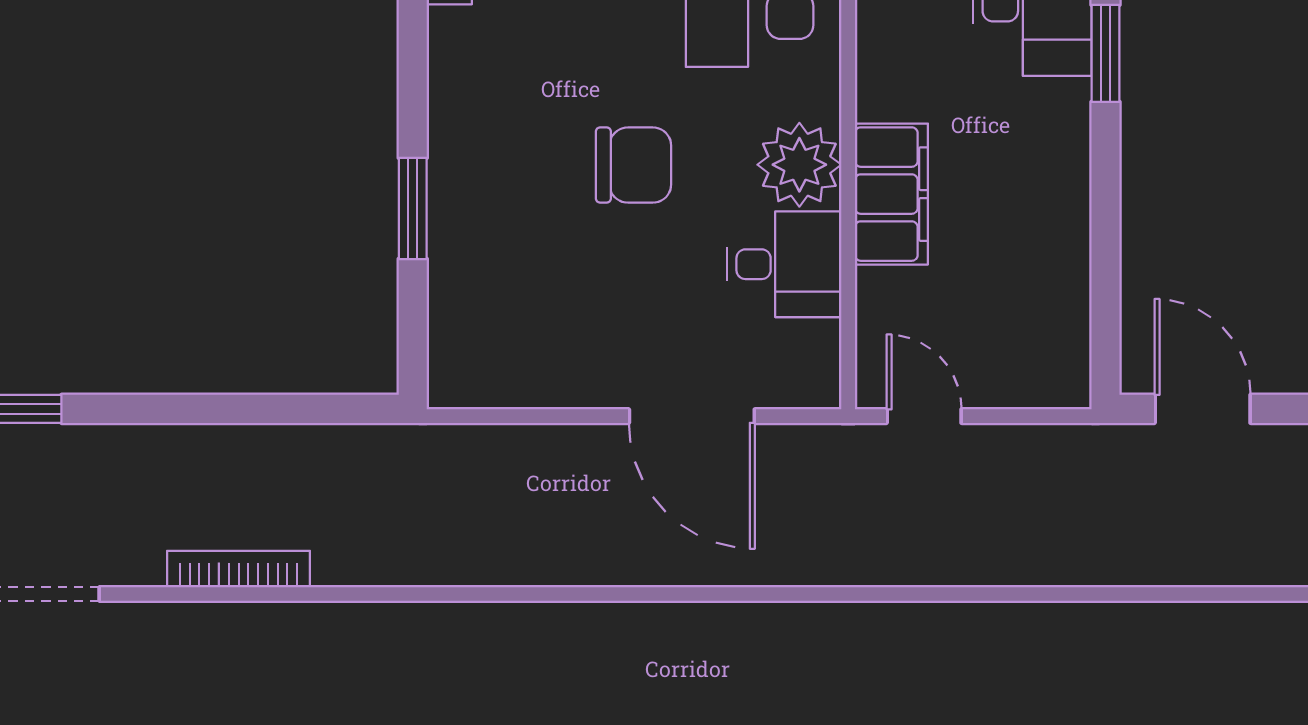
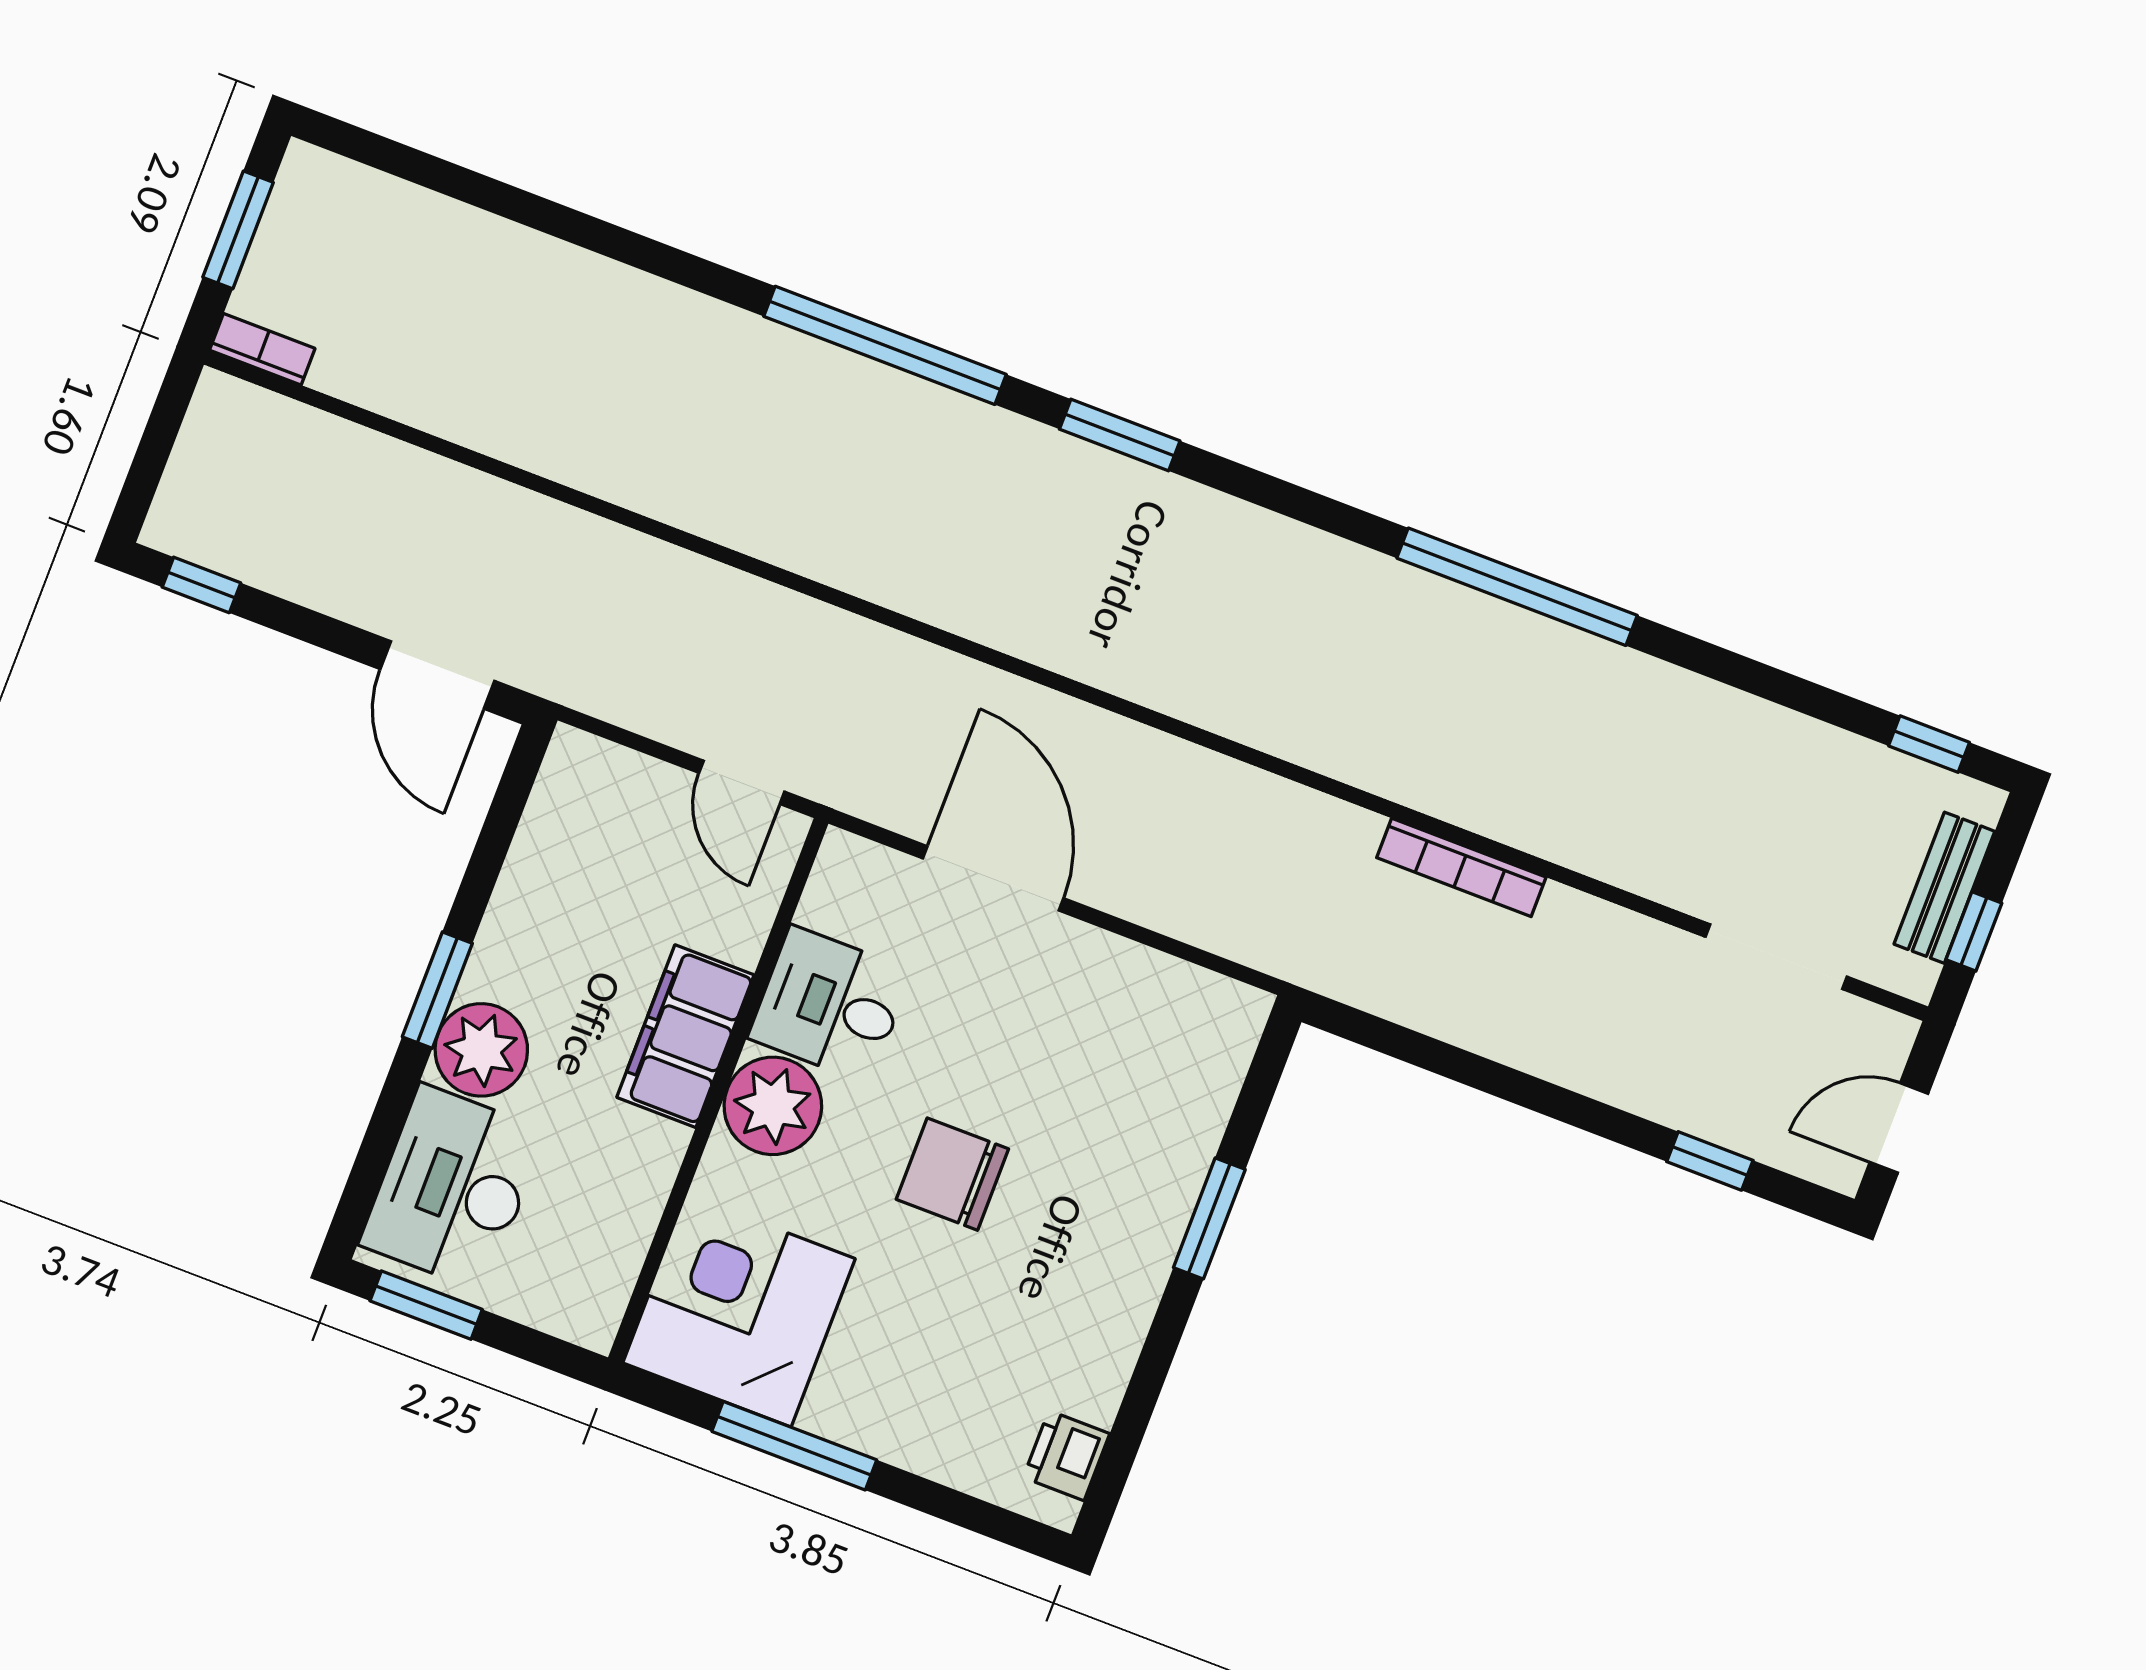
window: (1106, 53) -> (437, 990), moved
plant: (1052, 120) -> (481, 1050), added
bookcase: (239, 569) -> (1461, 867), moved

